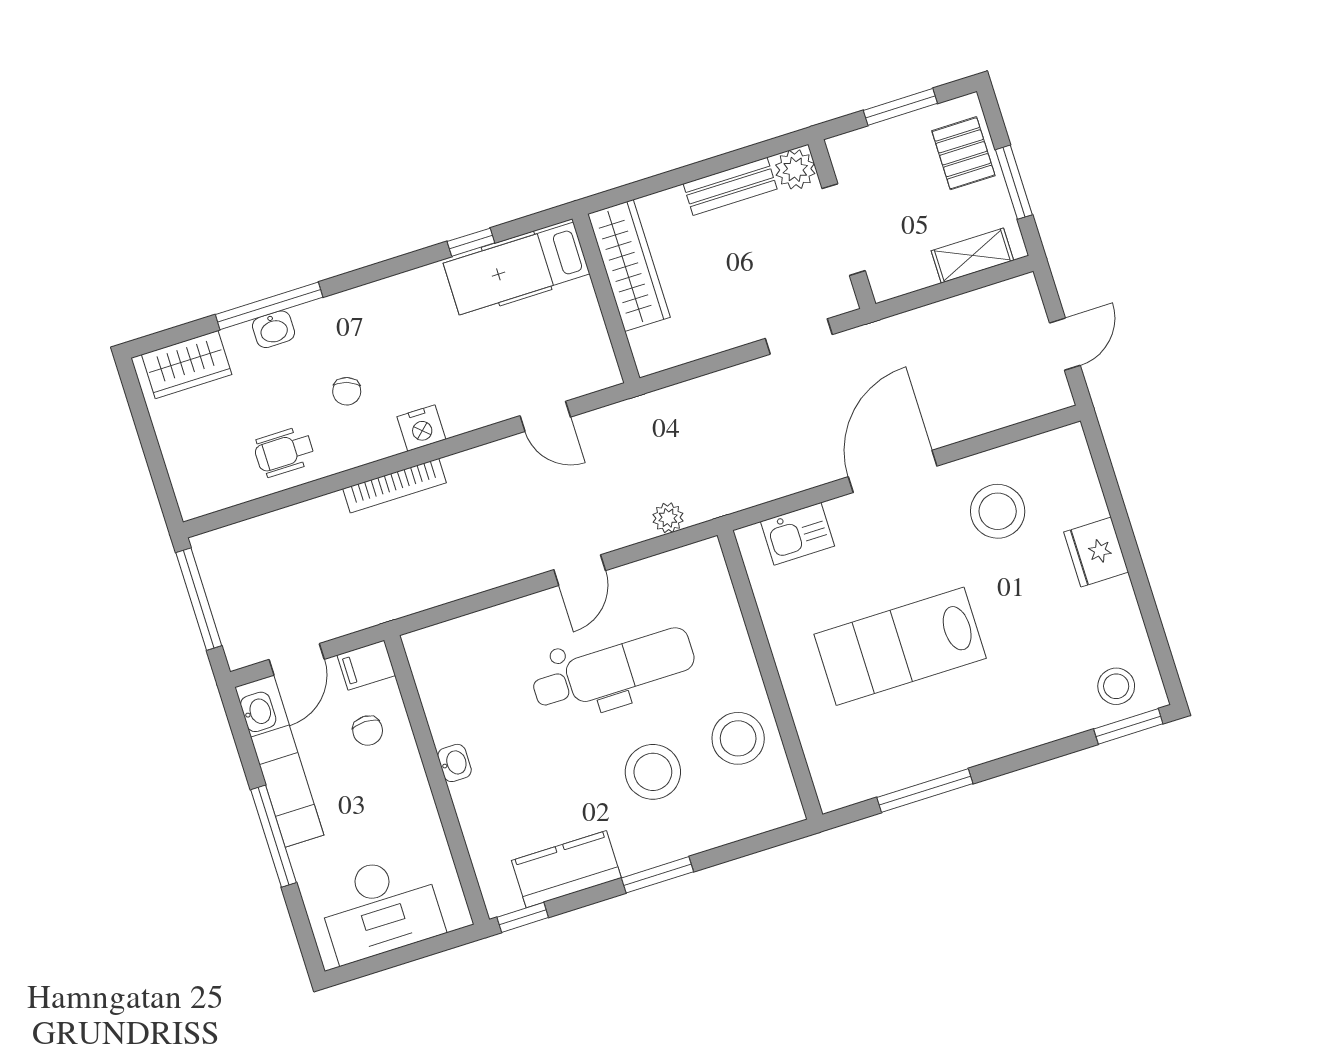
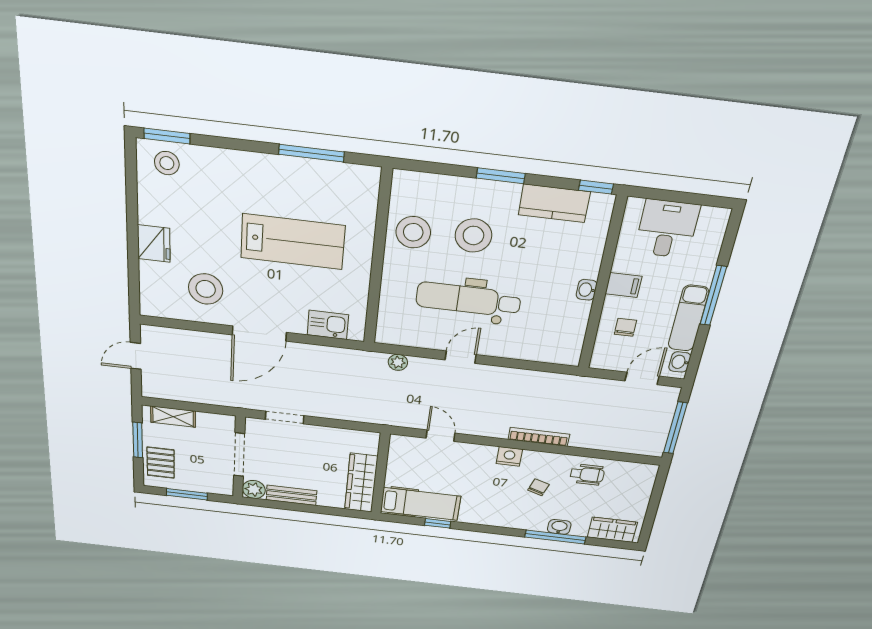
filing cabinet: (366, 665) -> (624, 285), moved
desk: (380, 908) -> (667, 229), width x0.73

